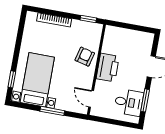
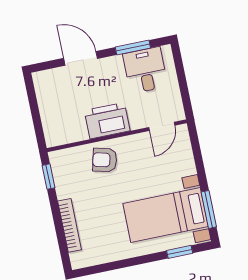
window: (52, 111) -> (209, 209), moved

